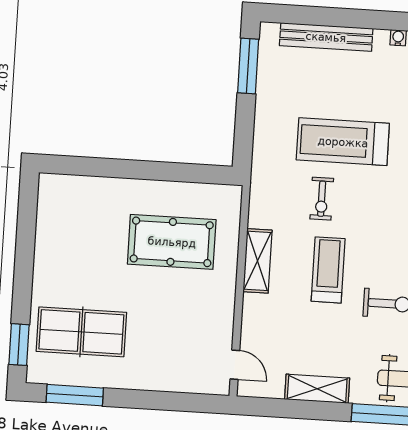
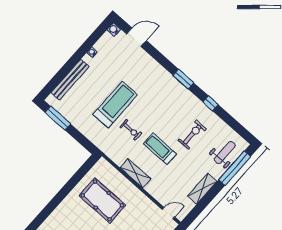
treadmill: (343, 142) -> (115, 105), turned 180
pool table: (172, 242) -> (102, 200), turned 90

